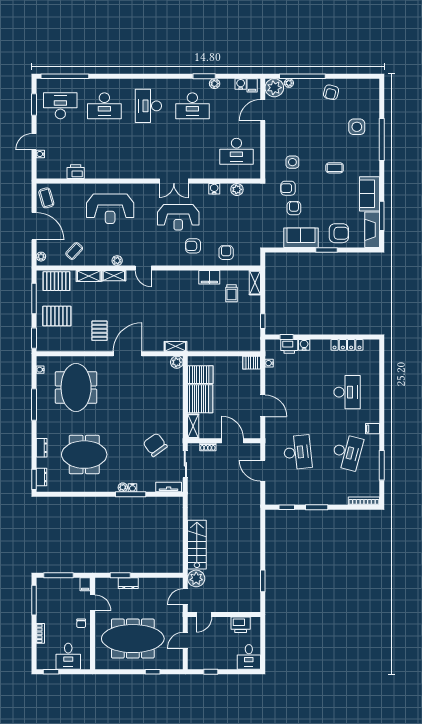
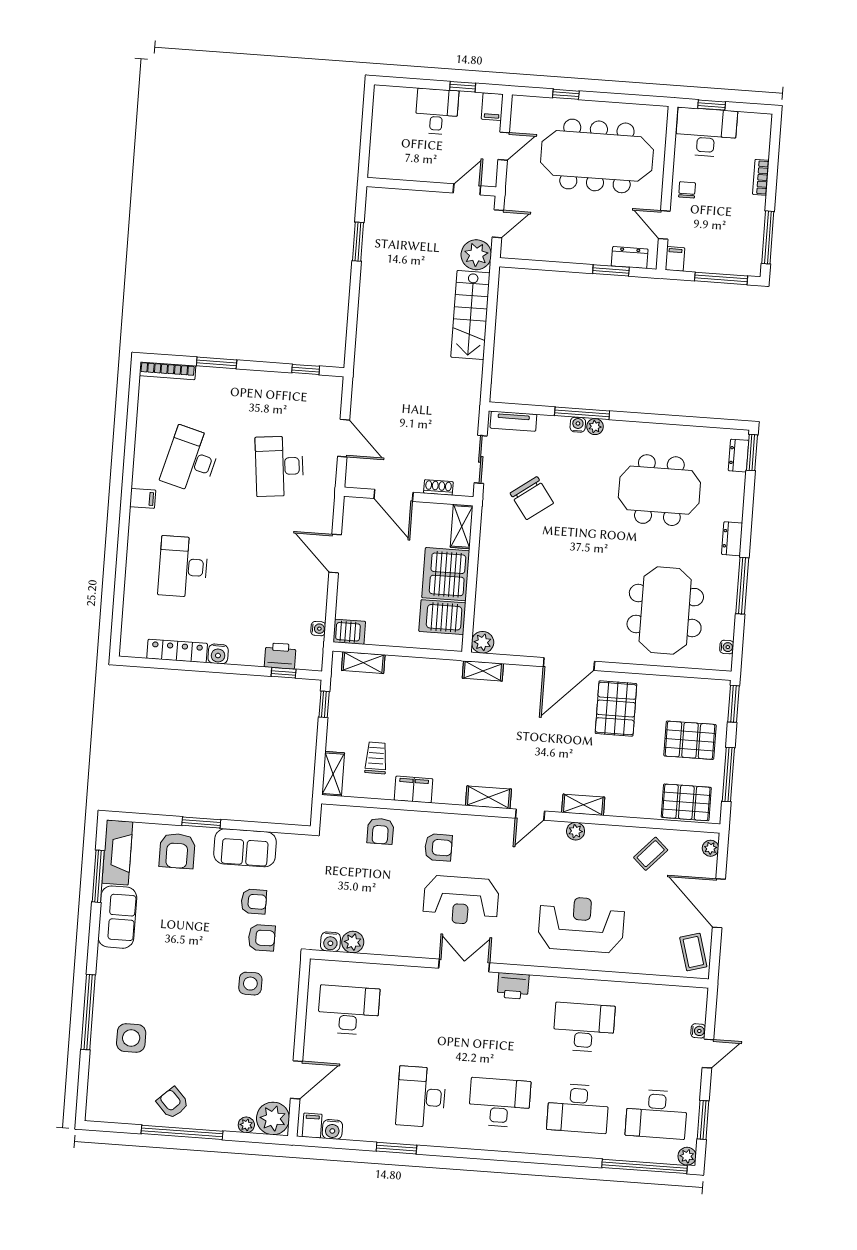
window: (302, 76) -> (182, 1132), moved
plant: (215, 84) -> (687, 1156), moved
armchair: (331, 92) -> (173, 1103), turned -57
desk: (104, 106) -> (578, 1108), turned 180
desk: (148, 106) -> (500, 1103), turned -90
desk: (192, 106) -> (421, 1097), turned -90
desk: (104, 151) -> (584, 1027), added
coffee table: (335, 168) -> (176, 968), removed
printer: (76, 172) -> (513, 986), moved
water cooler: (214, 189) -> (330, 942), moved
armchair: (294, 208) -> (254, 902), turned -90
reception desk: (178, 217) -> (461, 900), turned 180
armchair: (339, 233) -> (177, 851), turned -90
door: (143, 268) -> (530, 815), swing flipped
shelving: (89, 276) -> (488, 797), moved
pallet: (100, 331) -> (616, 709), width x1.50, depth x1.42
water cooler: (304, 345) -> (218, 654), moved
shelving: (243, 346) -> (363, 663), added
dresser: (42, 448) -> (732, 539), moved
window: (382, 465) -> (131, 432), removed
window: (317, 507) -> (217, 363), moved
dresser: (128, 583) -> (630, 258), moved
printer: (241, 625) -> (403, 166), removed
desk: (68, 656) -> (706, 132), width x1.37
desk: (249, 657) -> (437, 111), moved
filing cabinet: (193, 662) -> (492, 107), added
window: (51, 672) -> (712, 105), moved

